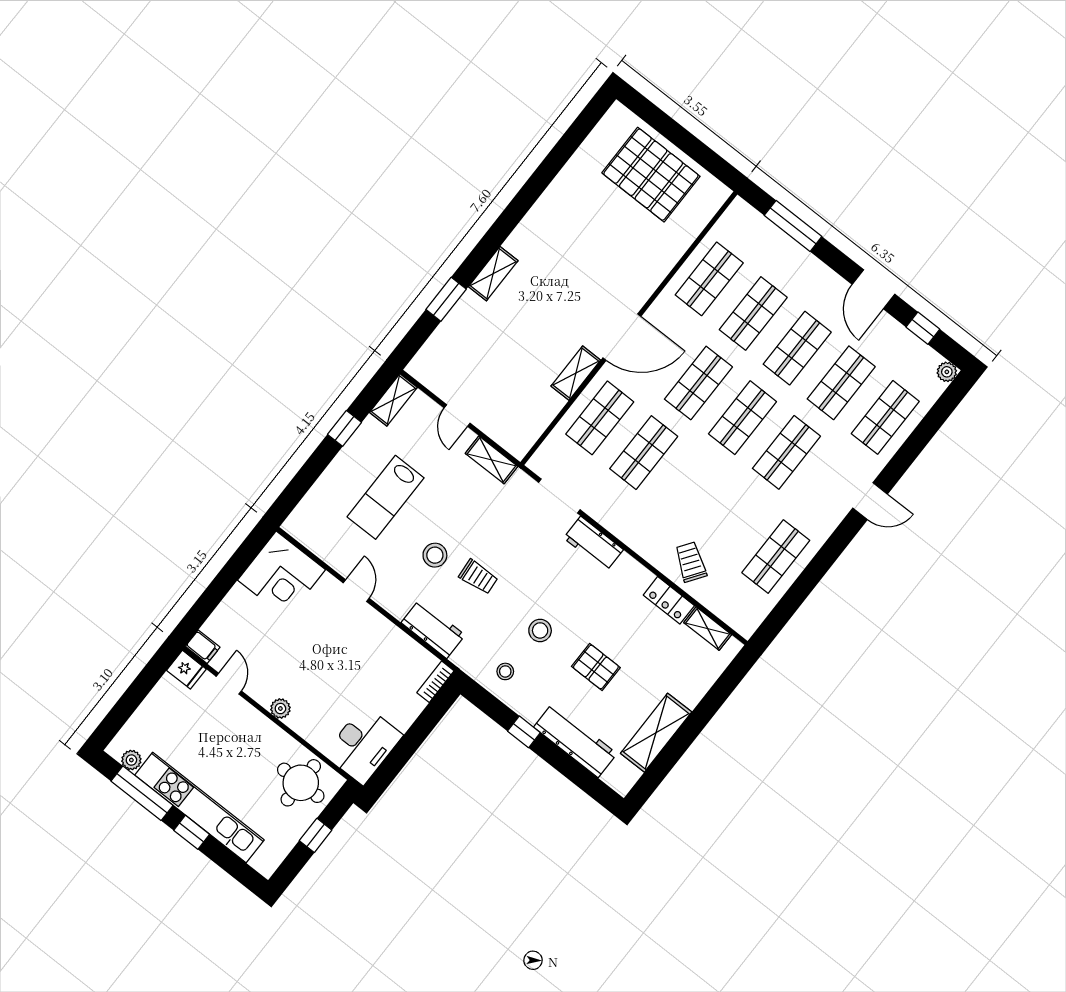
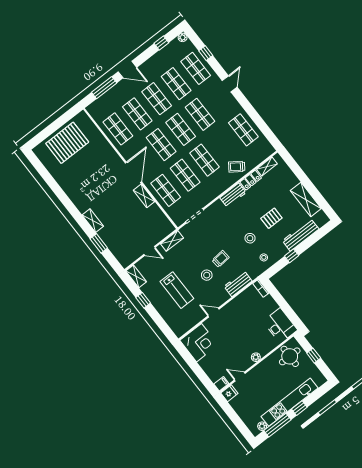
door: (874, 289) -> (127, 70), moved
window: (925, 432) -> (206, 53), added
shop shelf: (688, 487) -> (204, 160), added
workbench: (593, 544) -> (233, 195), moved

